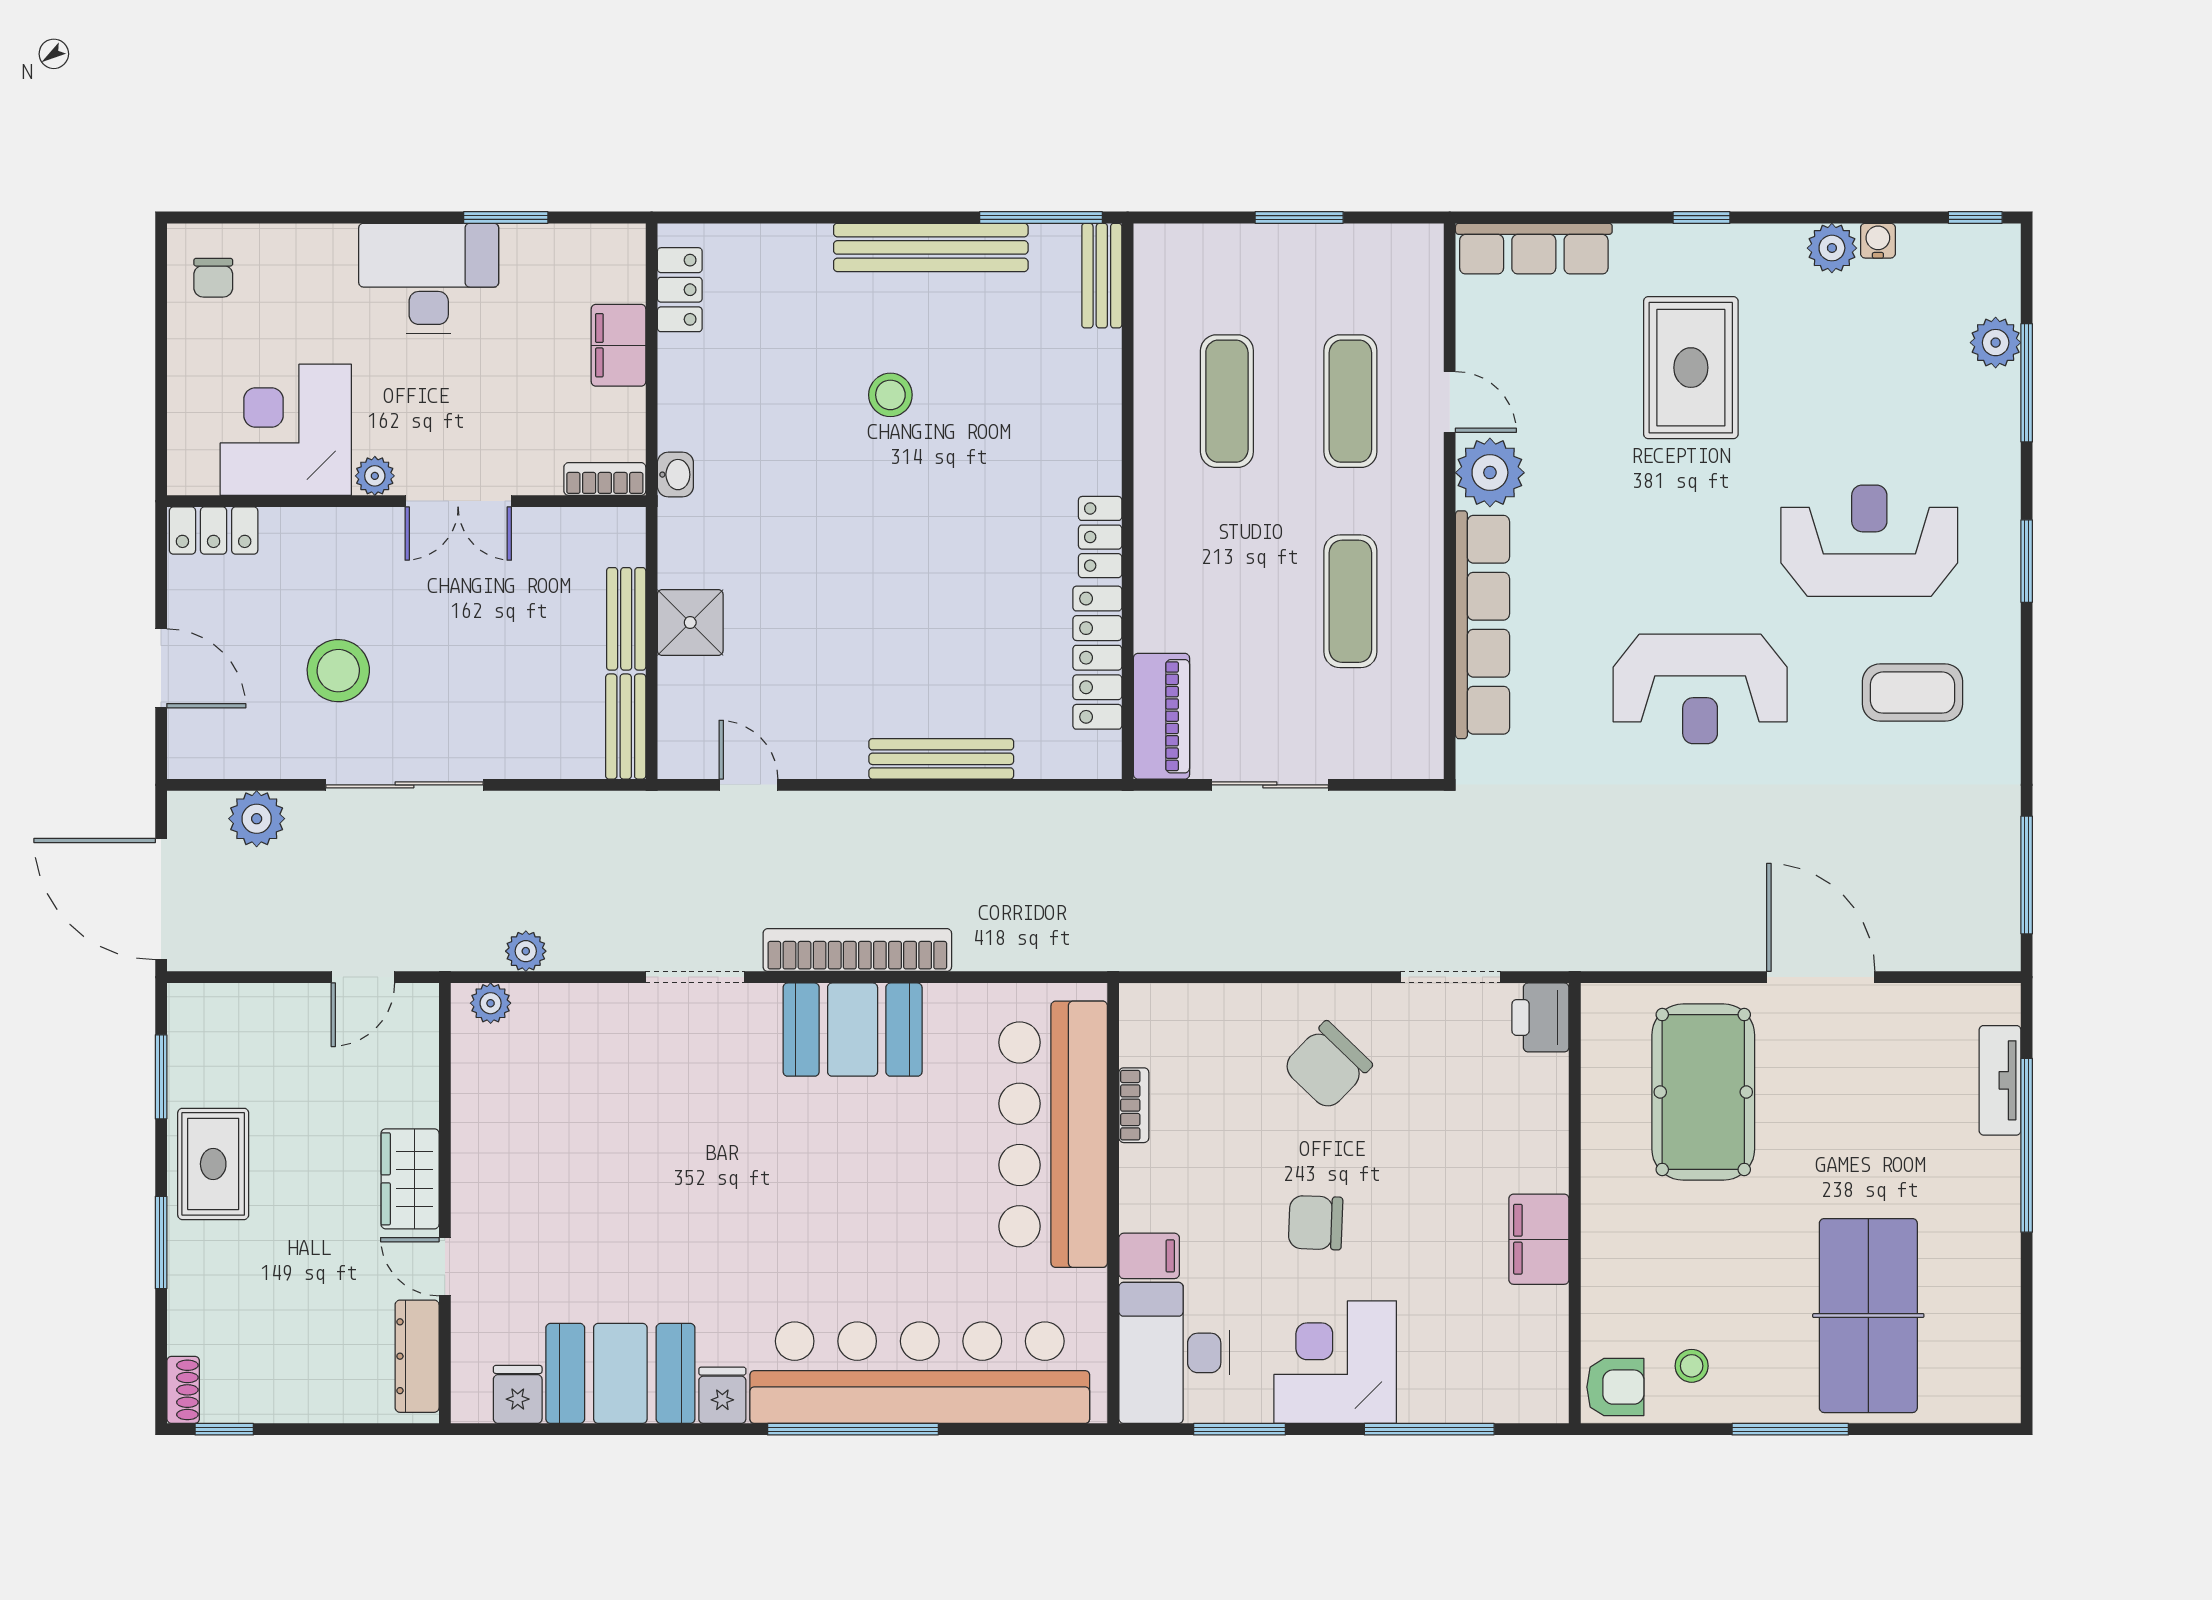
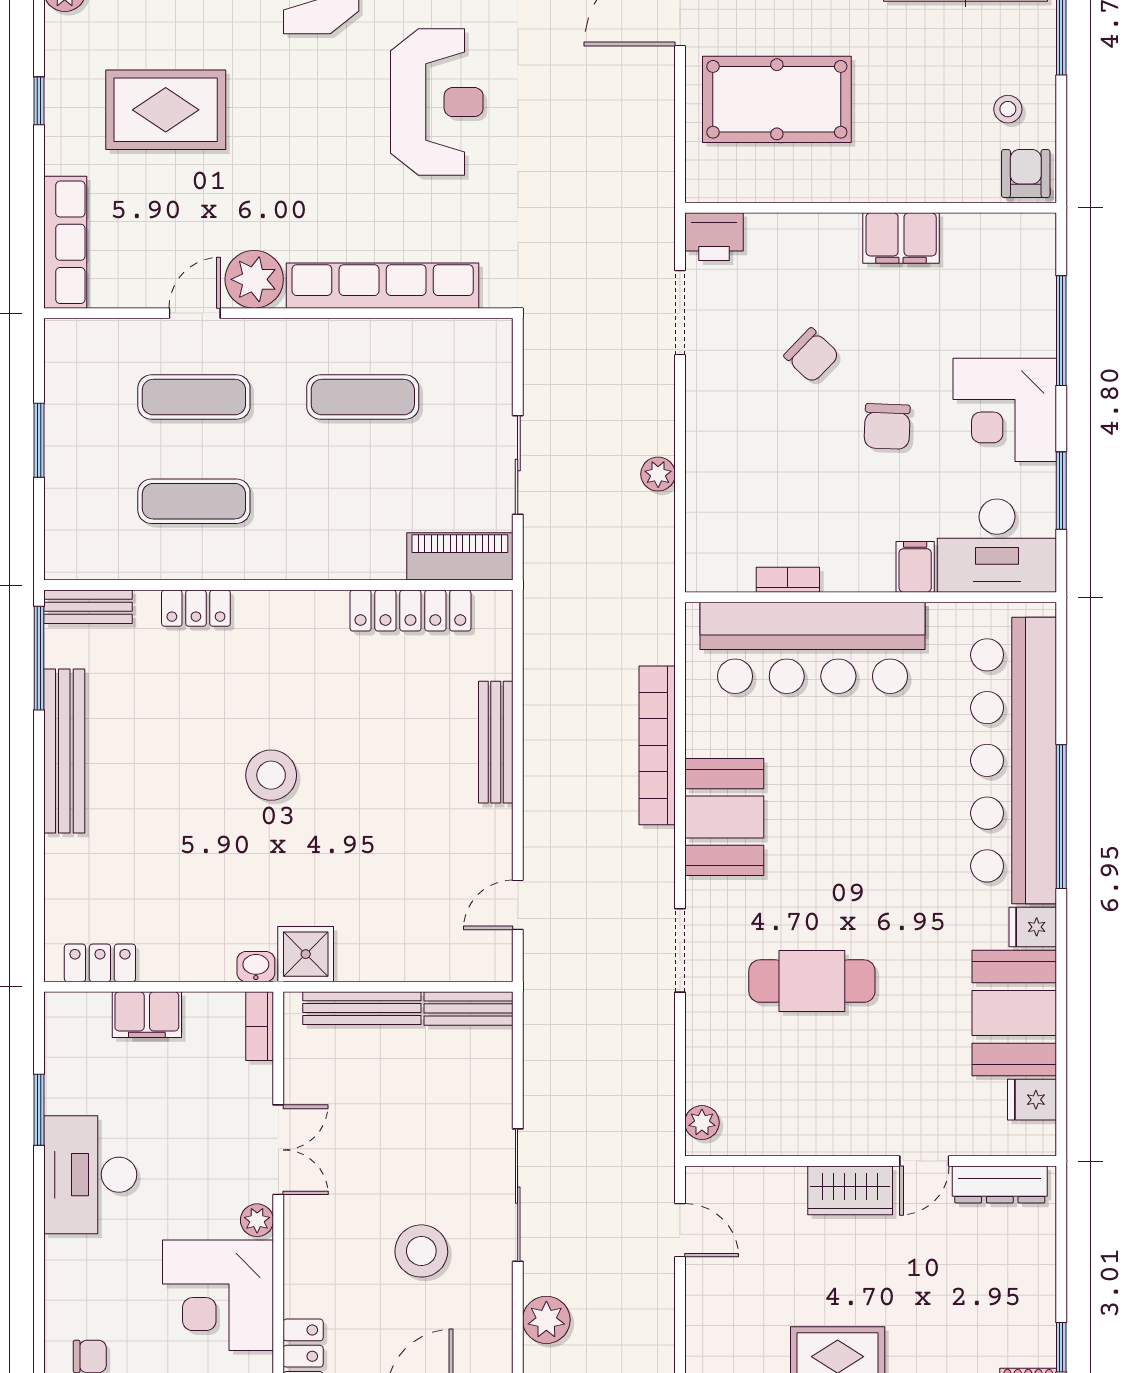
stool: (890, 395) -> (271, 775), moved, width x1.38, depth x1.38
locker: (1100, 537) -> (196, 608), moved
bench: (626, 619) -> (362, 1008), width x1.36
shower: (690, 623) -> (306, 954), moved
bookcase: (857, 950) -> (657, 745), moved
plant: (526, 951) -> (658, 474), moved
chair: (1327, 1066) -> (812, 355), moved, width x0.73, depth x0.73
cafe table: (658, 1134) -> (812, 981), added

